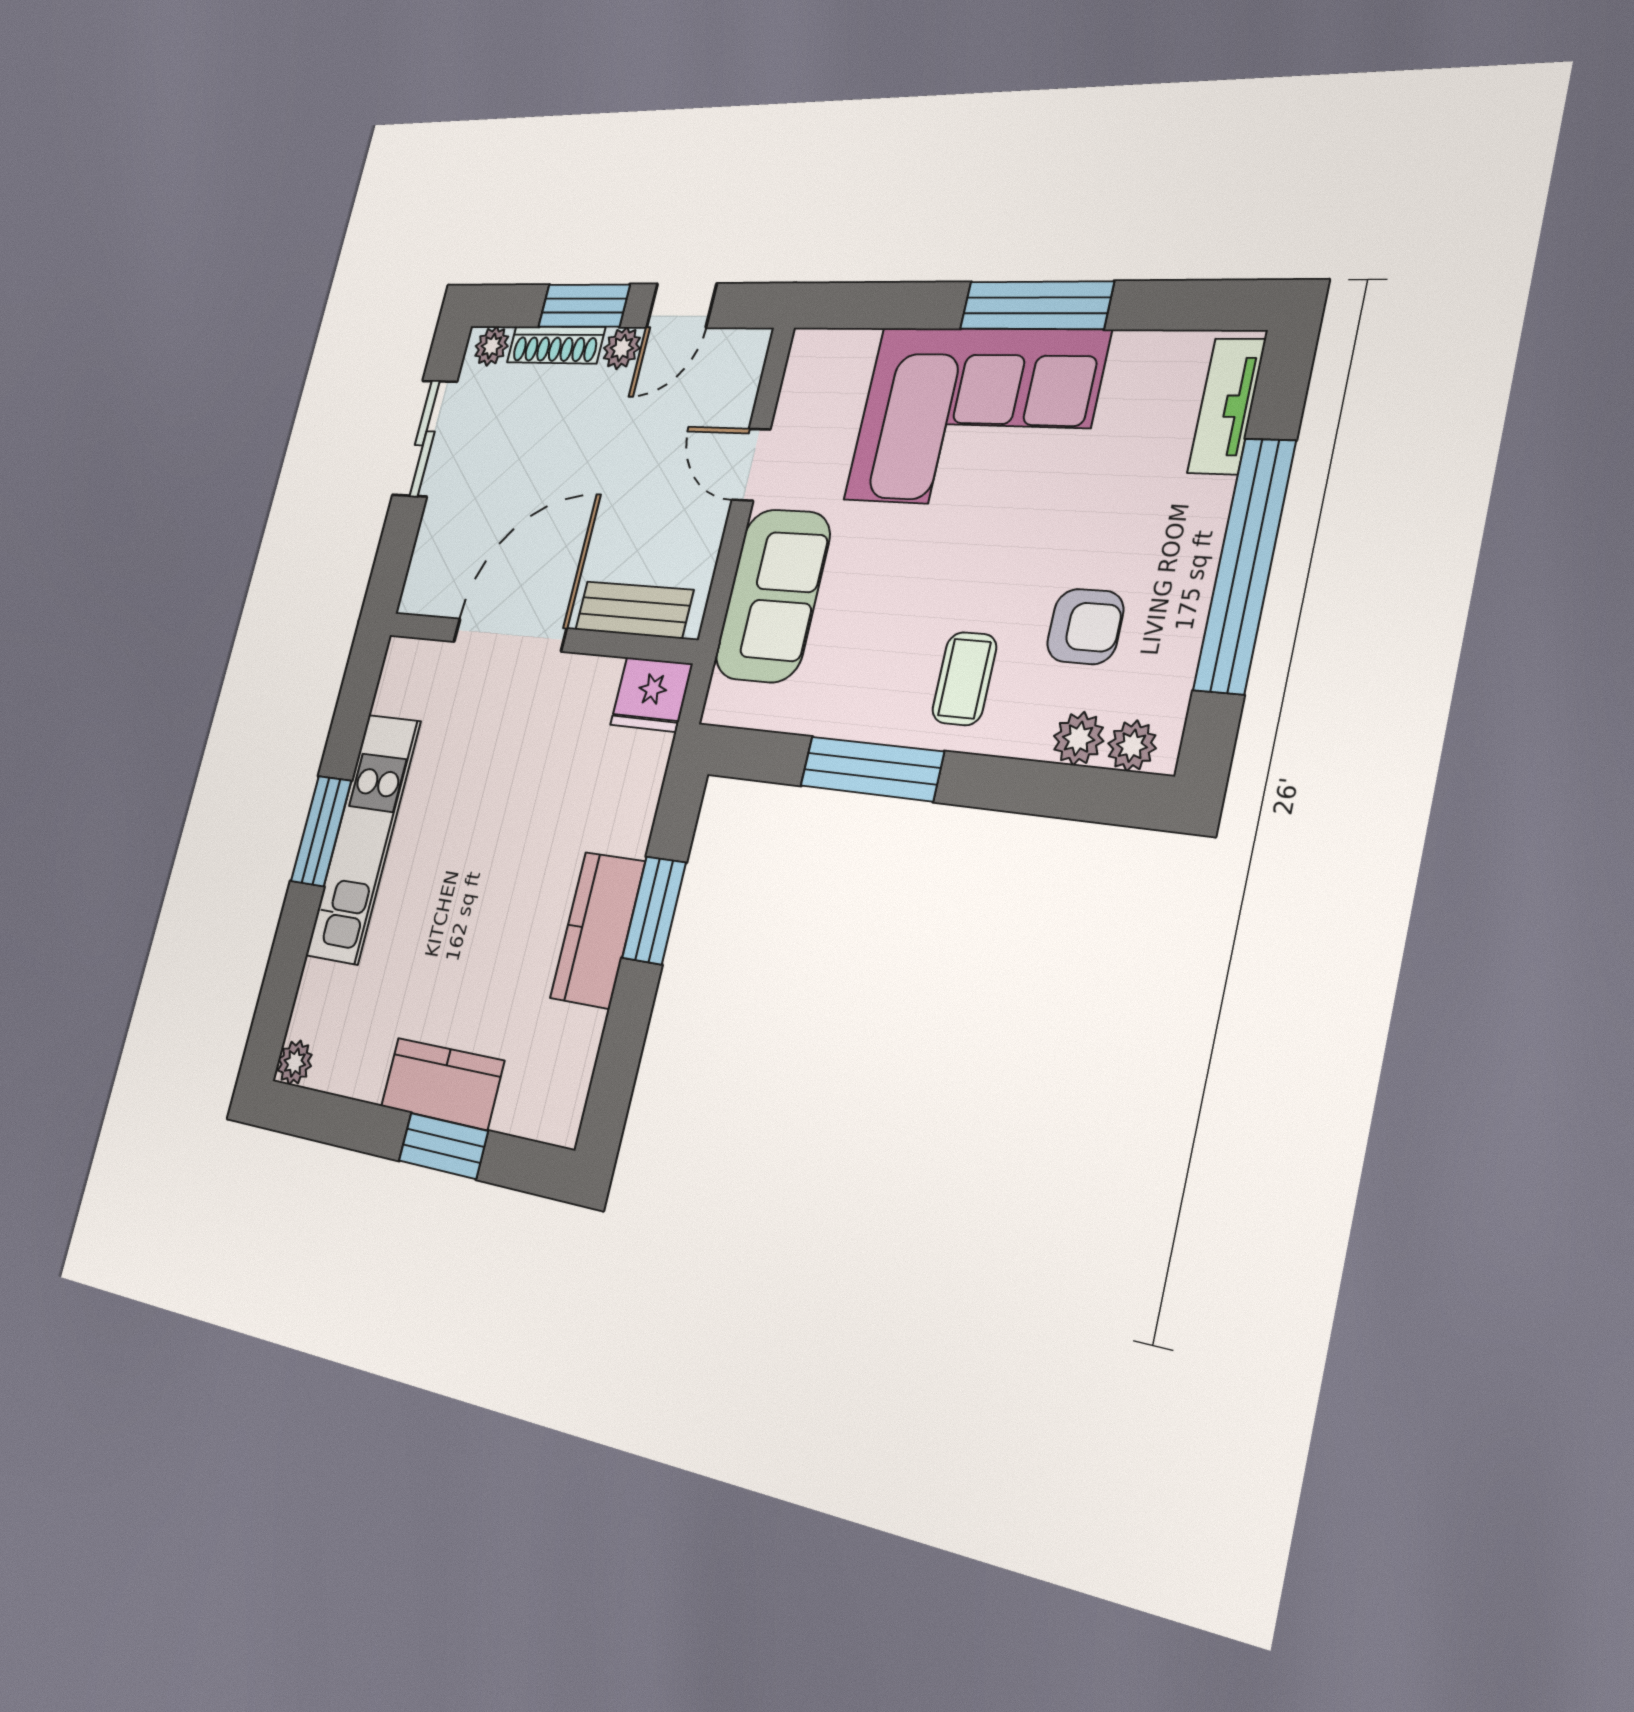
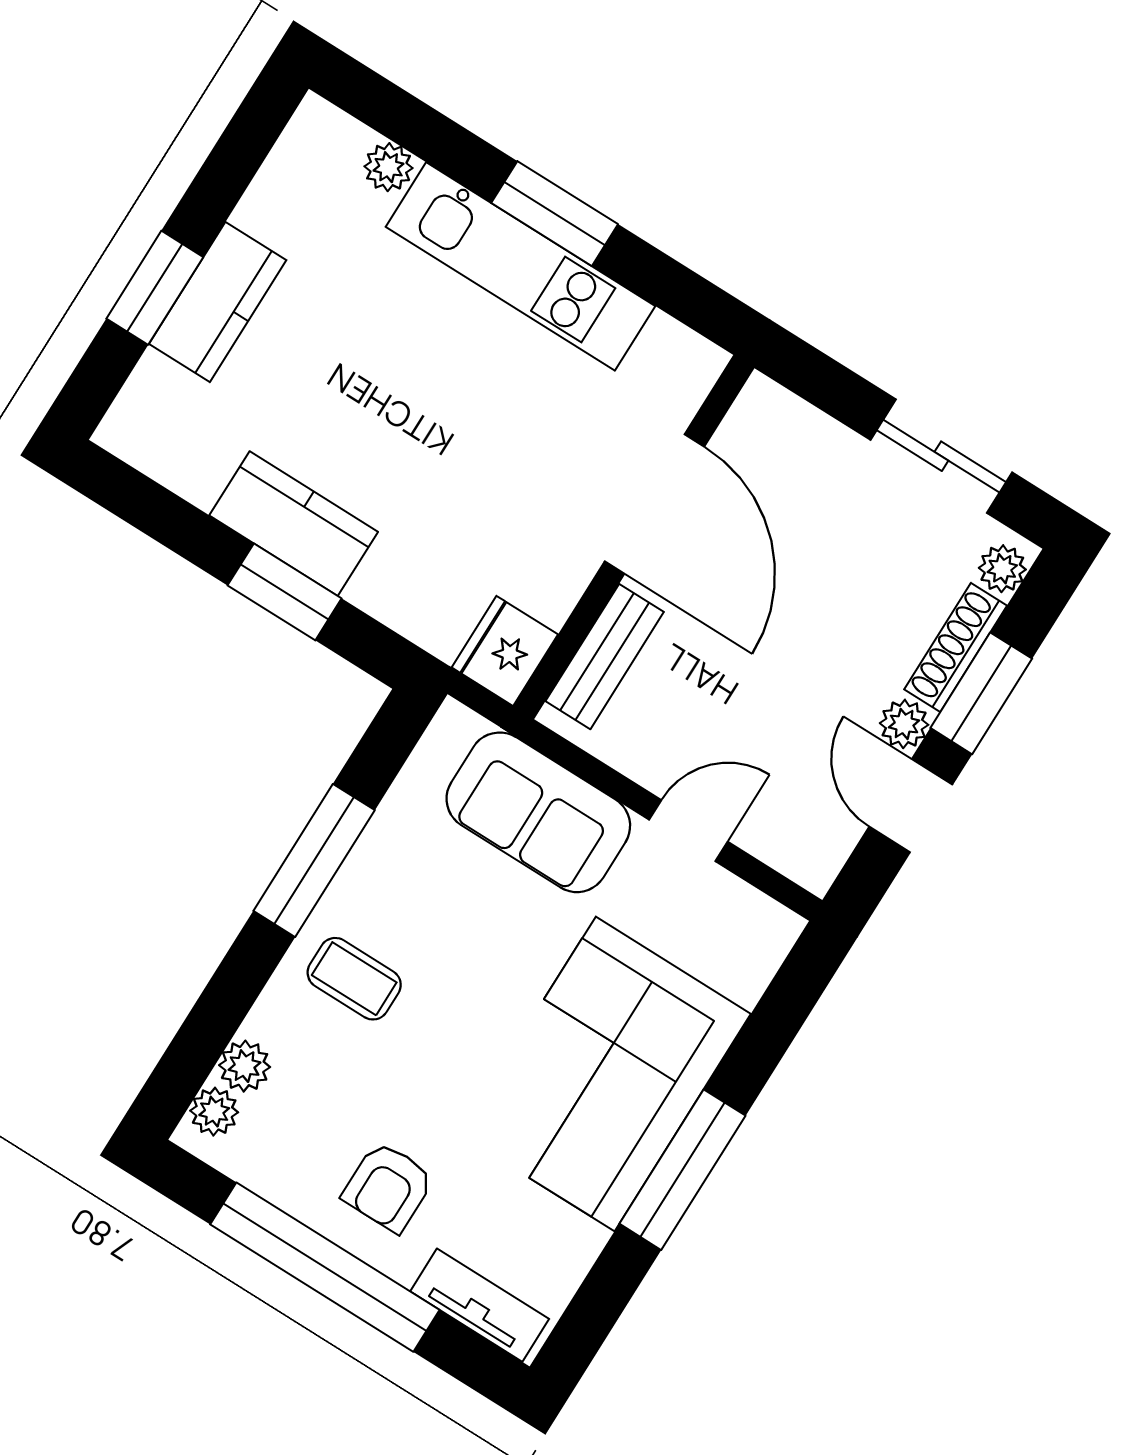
armchair: (1085, 627) -> (388, 1187), moved
plant: (295, 1063) -> (389, 167), moved

